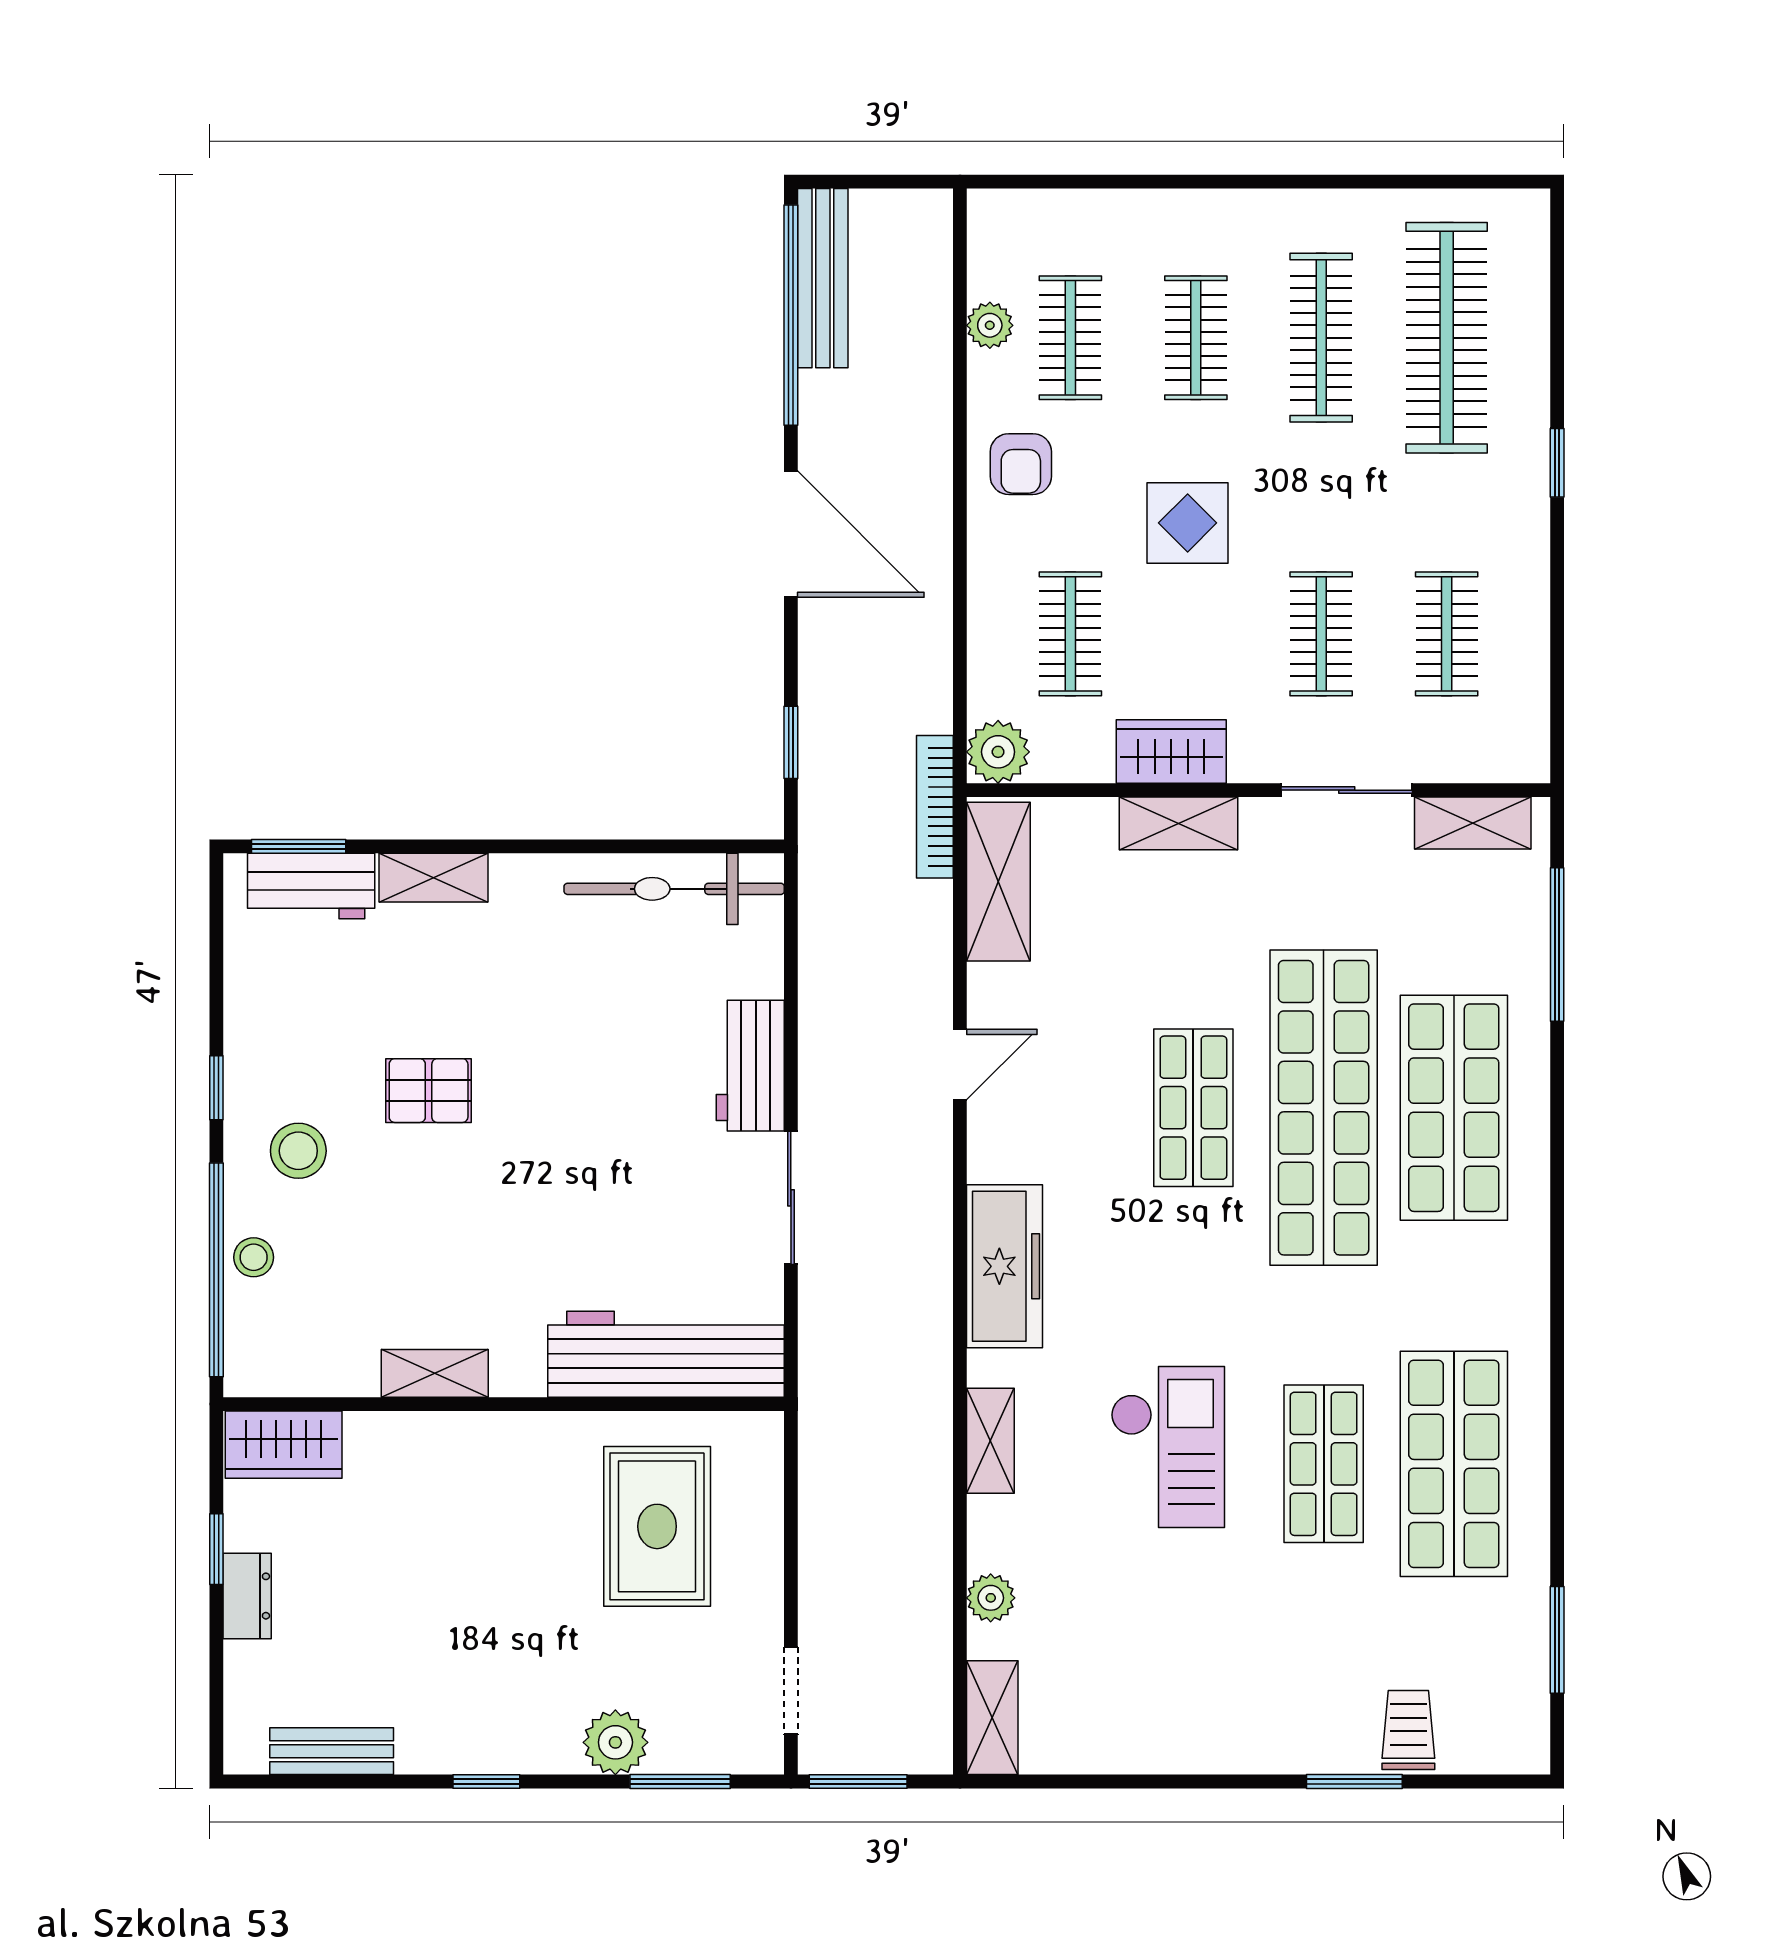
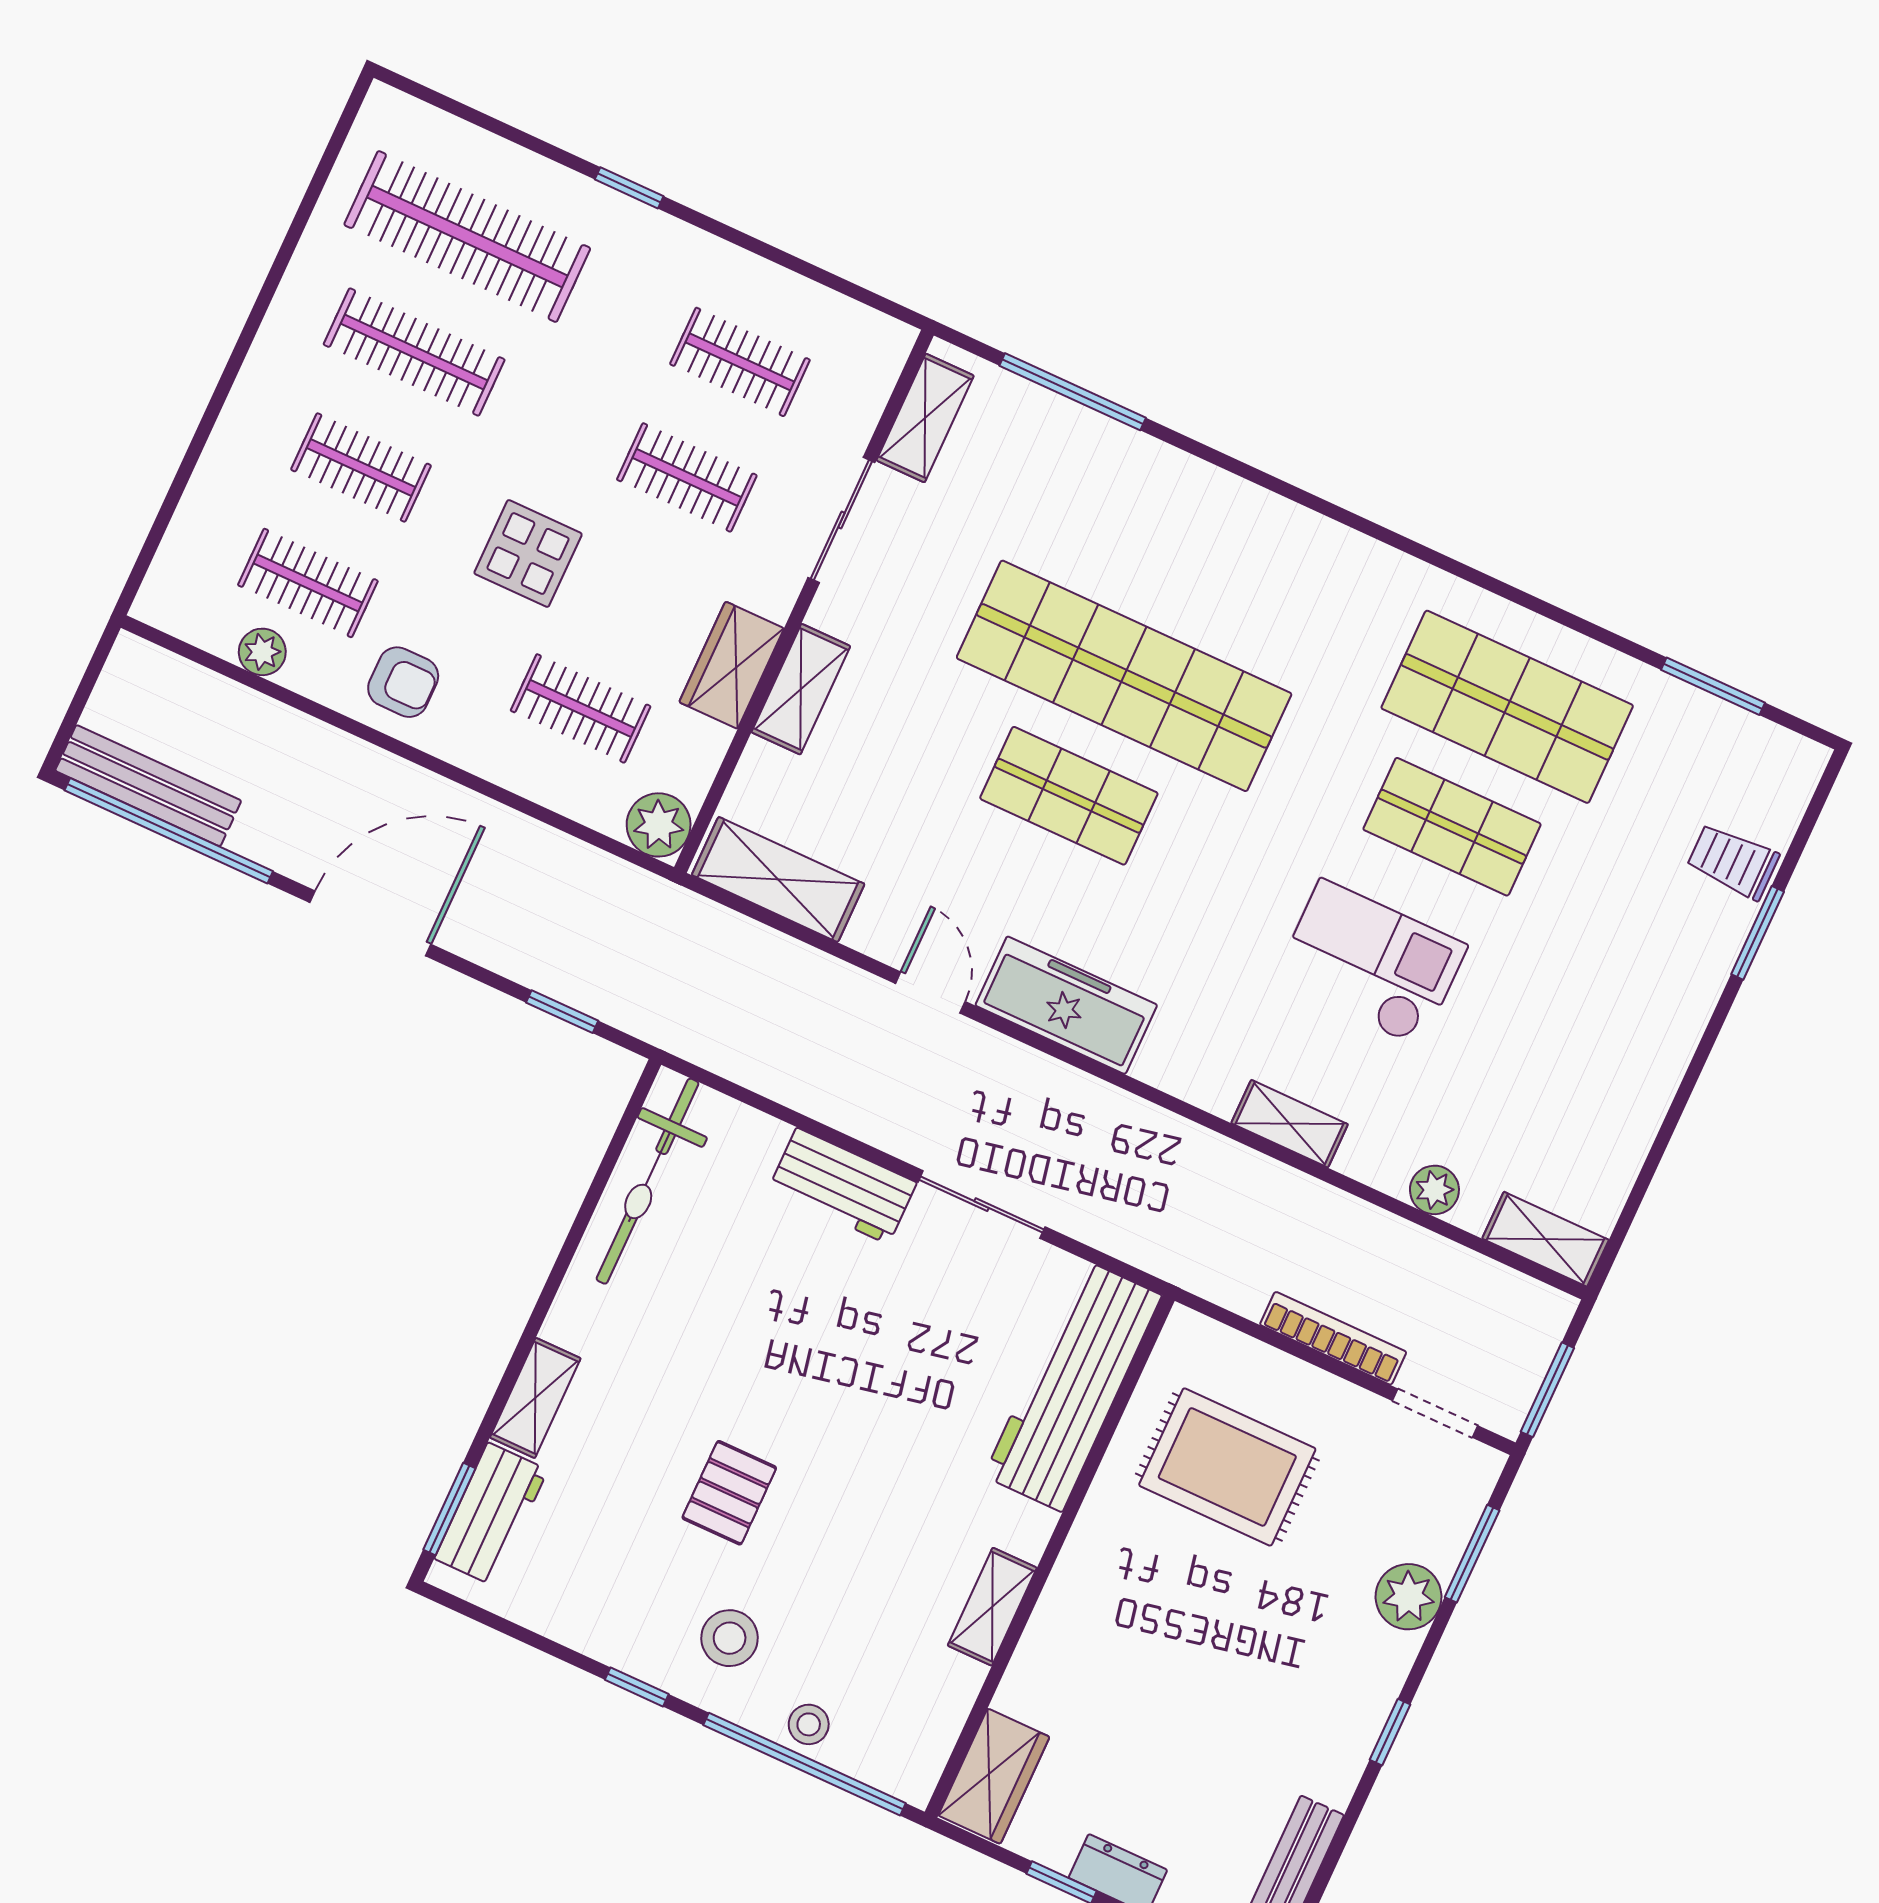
bookcase: (935, 807) -> (1333, 1338), moved, turned 180
shop shelf: (1454, 1108) -> (1179, 556), removed
freezer: (1005, 1266) -> (1066, 1005), moved

